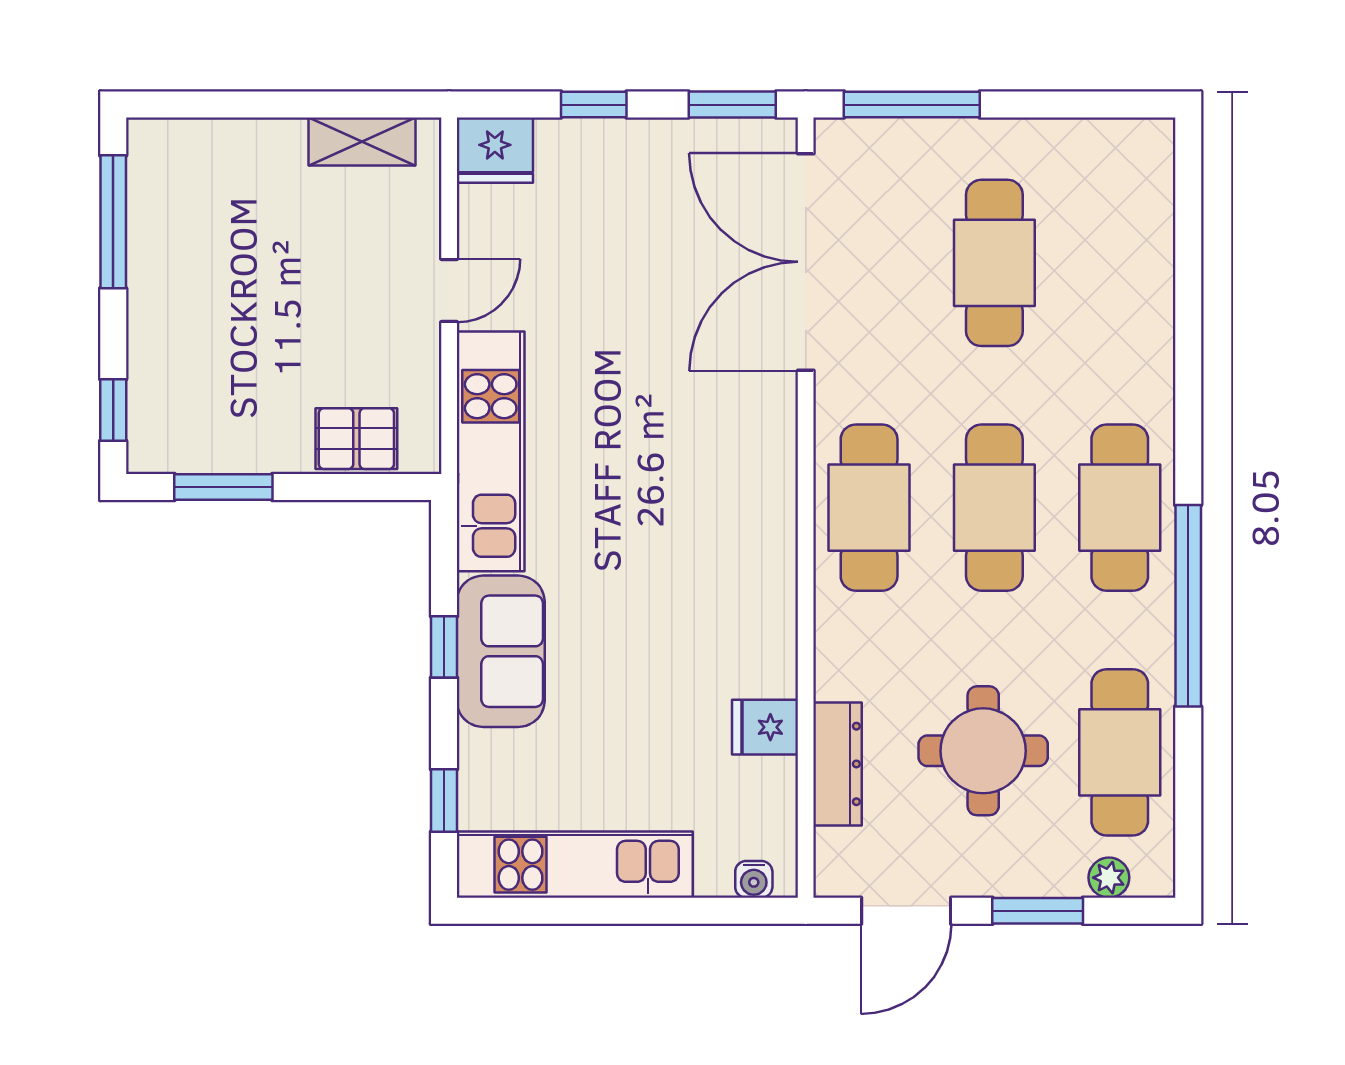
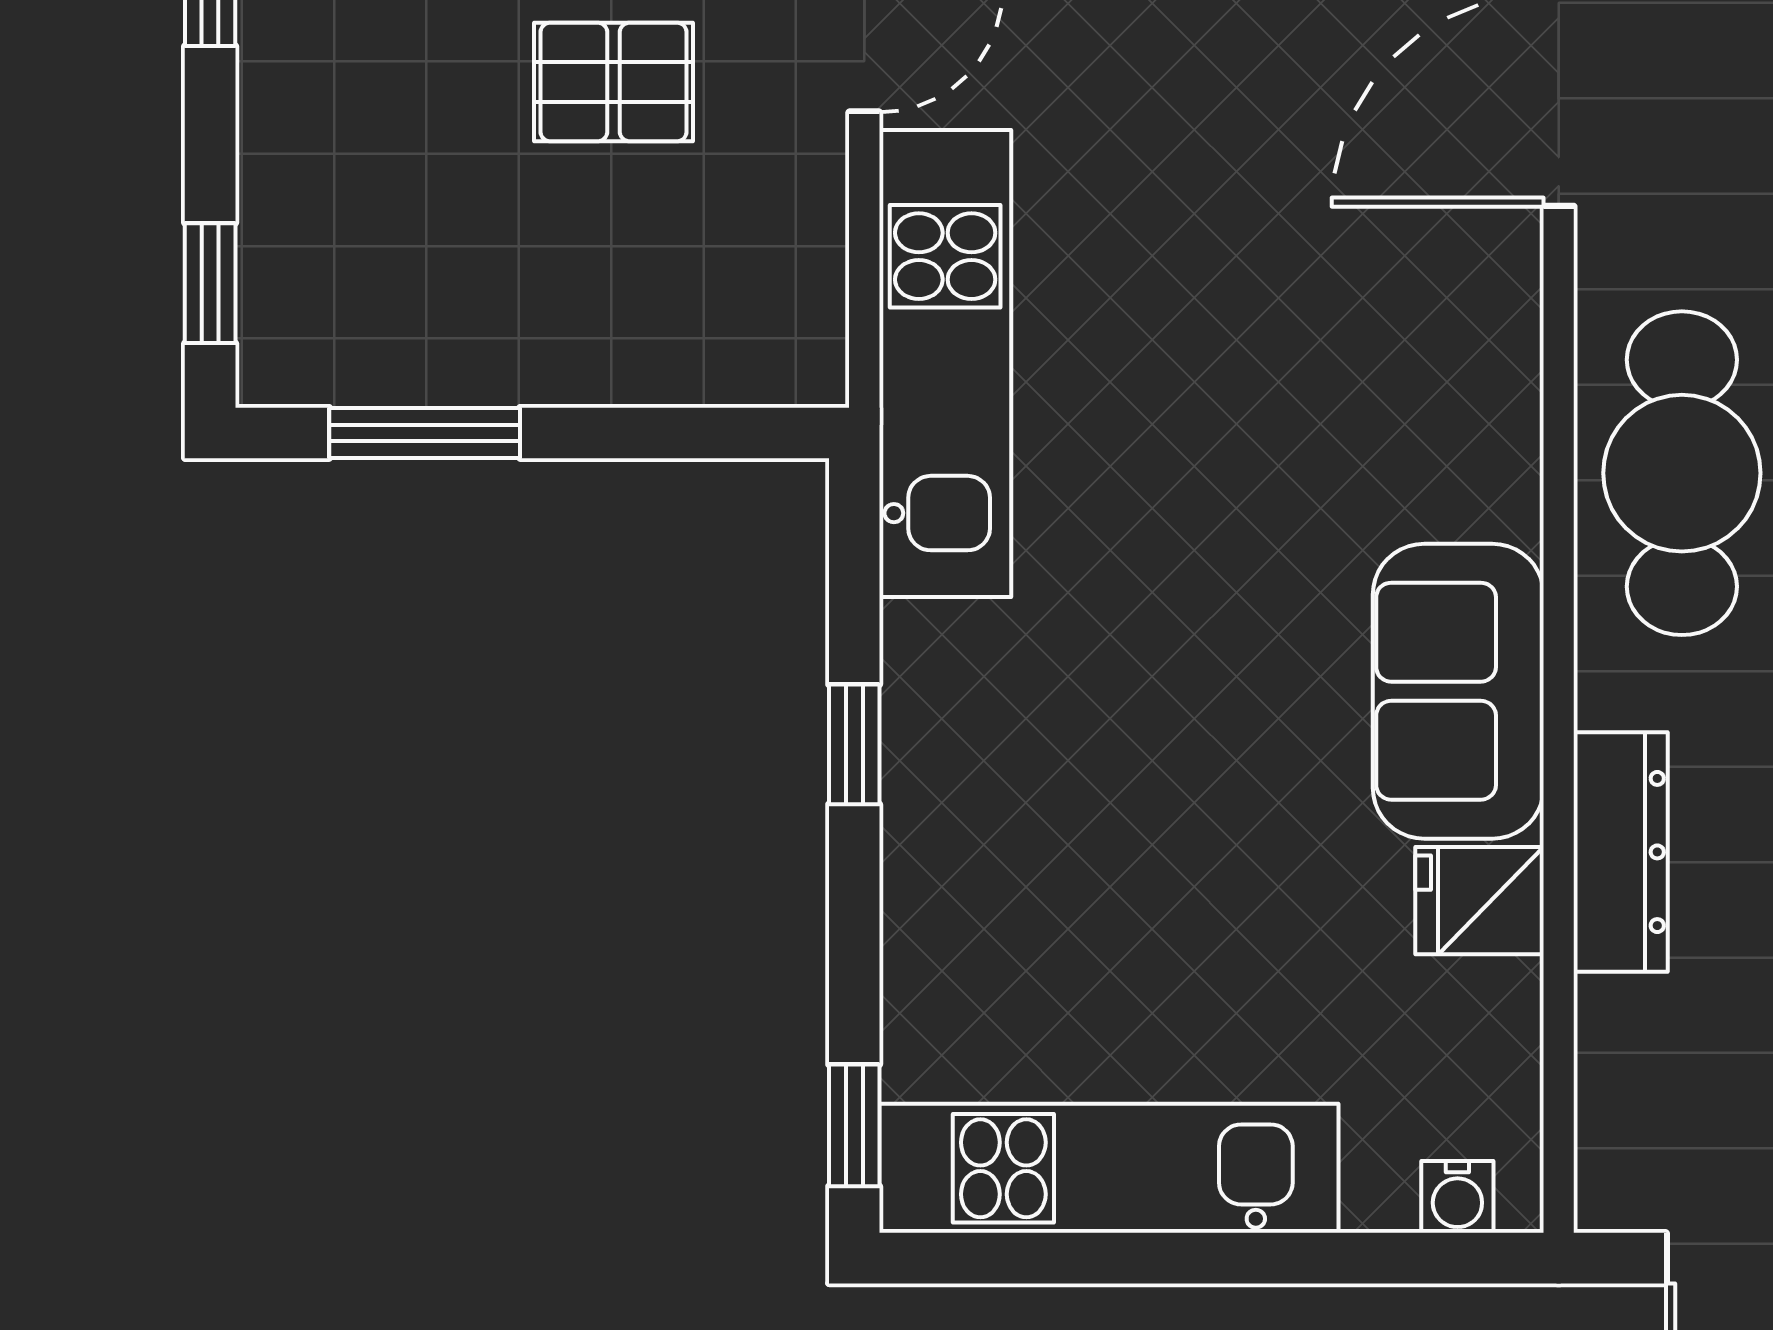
pallet: (356, 439) -> (614, 82), moved
sofa: (501, 651) -> (1458, 691), moved, turned 180
dresser: (838, 764) -> (1621, 852), moved
window: (444, 801) -> (854, 1125), moved

